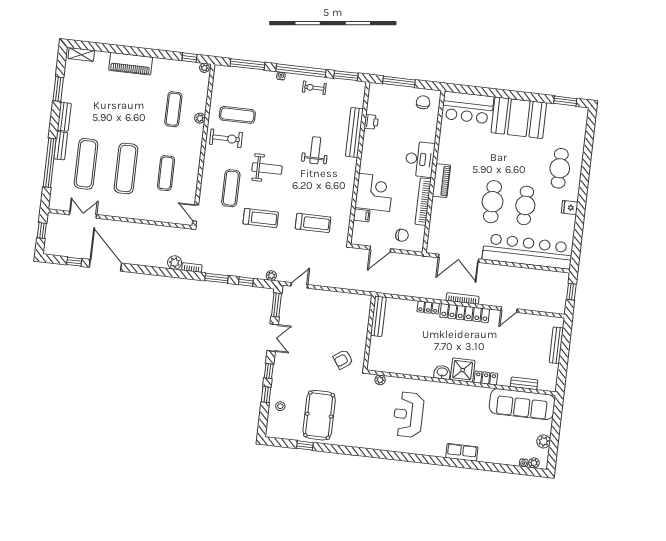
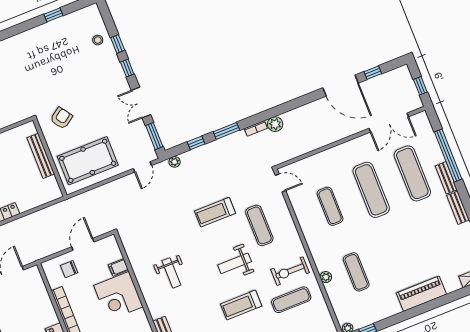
weight bench: (315, 150) -> (171, 273), moved
double door: (83, 215) -> (389, 123), width x1.37
treadmill: (313, 223) -> (241, 305), moved
bench: (378, 316) -> (41, 156), moved
plant: (380, 380) -> (15, 118), removed
pool table: (319, 415) -> (88, 161), moved, turned 90

